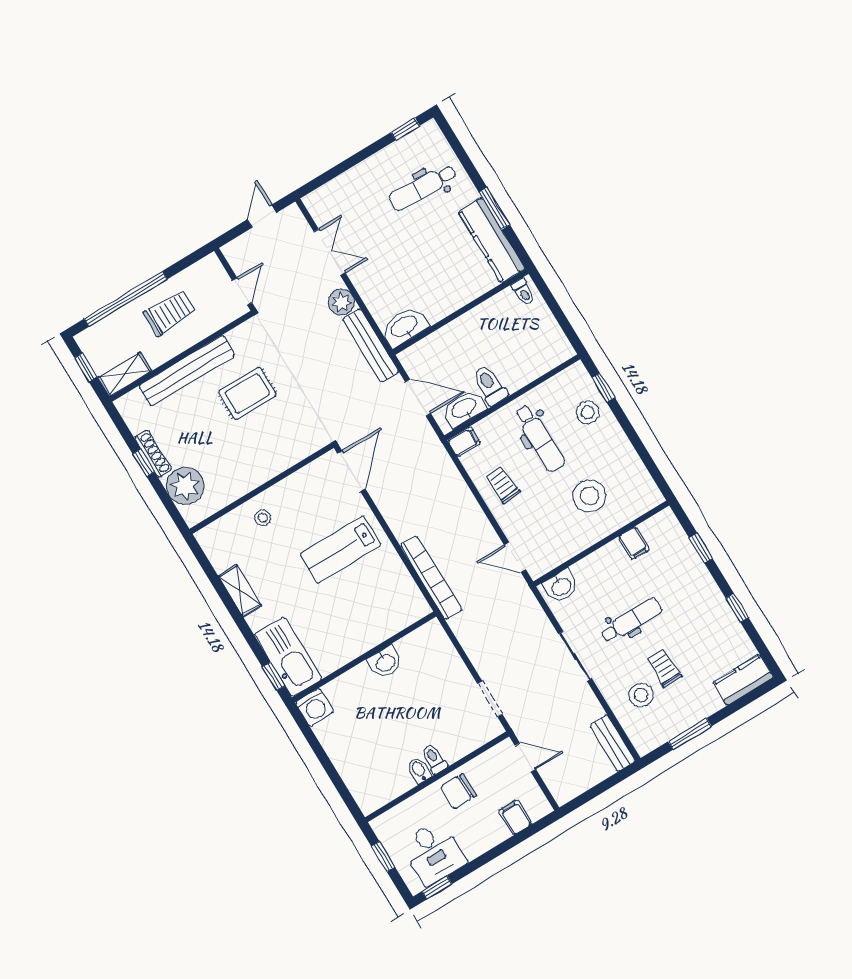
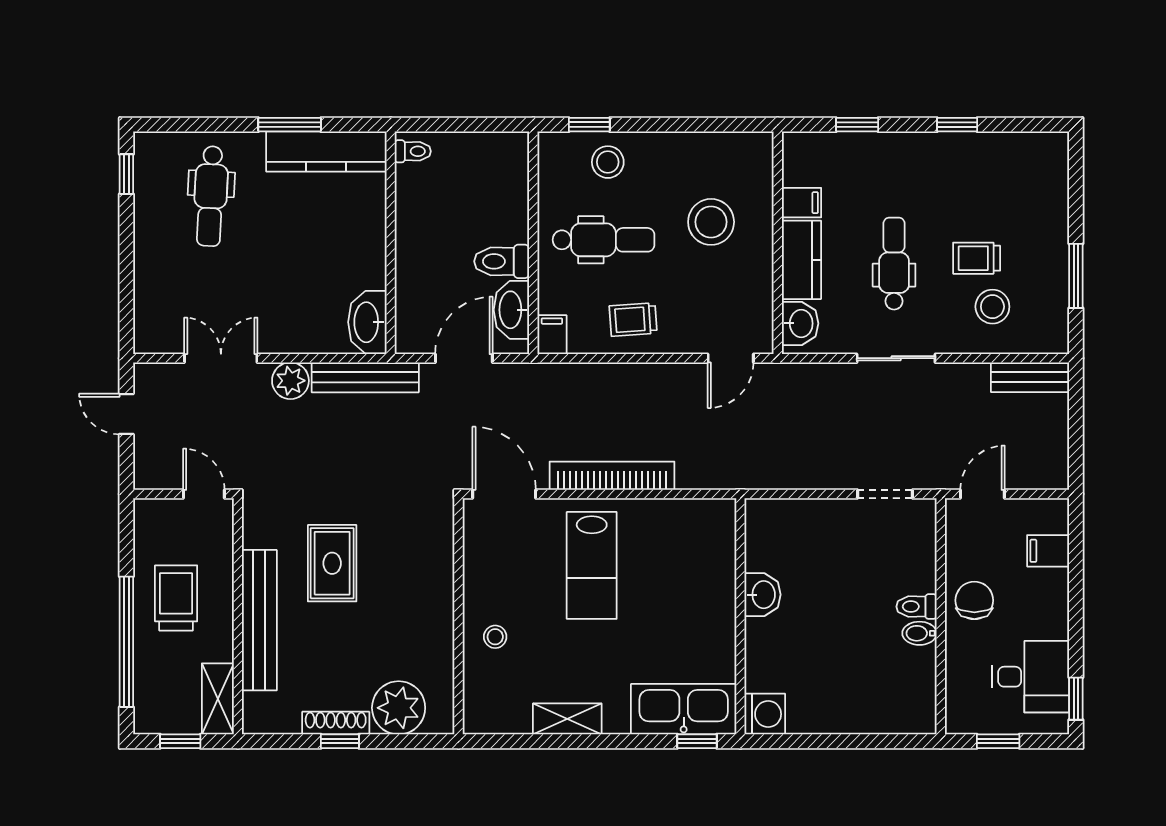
bookcase: (431, 578) -> (612, 476), moved
kitchen counter: (743, 680) -> (801, 260), moved, turned 180
chair: (459, 791) -> (974, 600), turned 180

